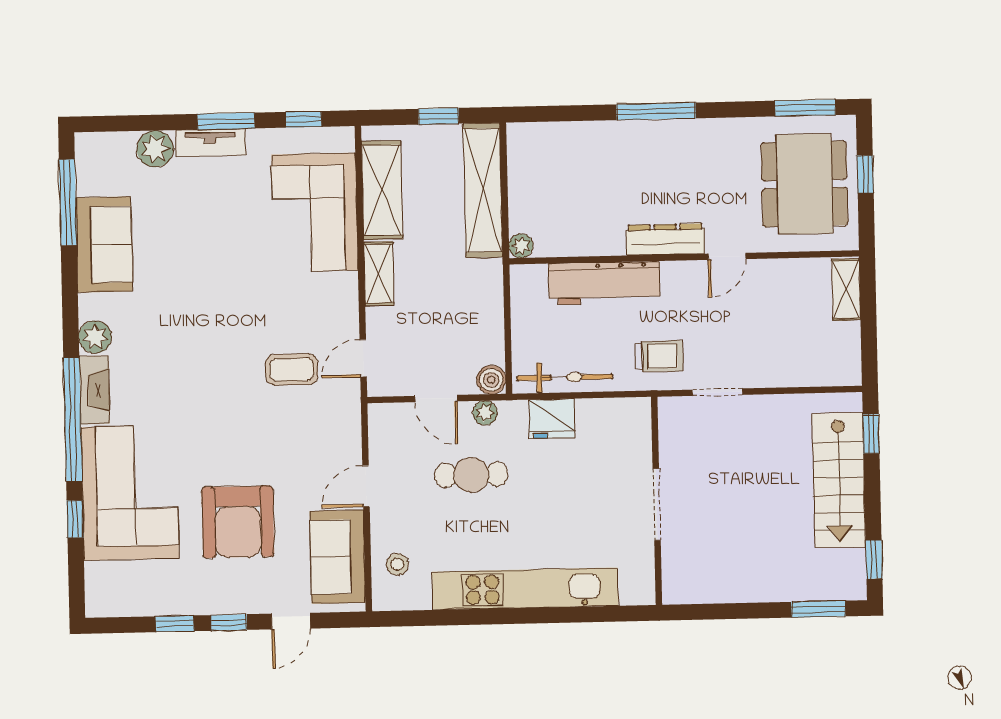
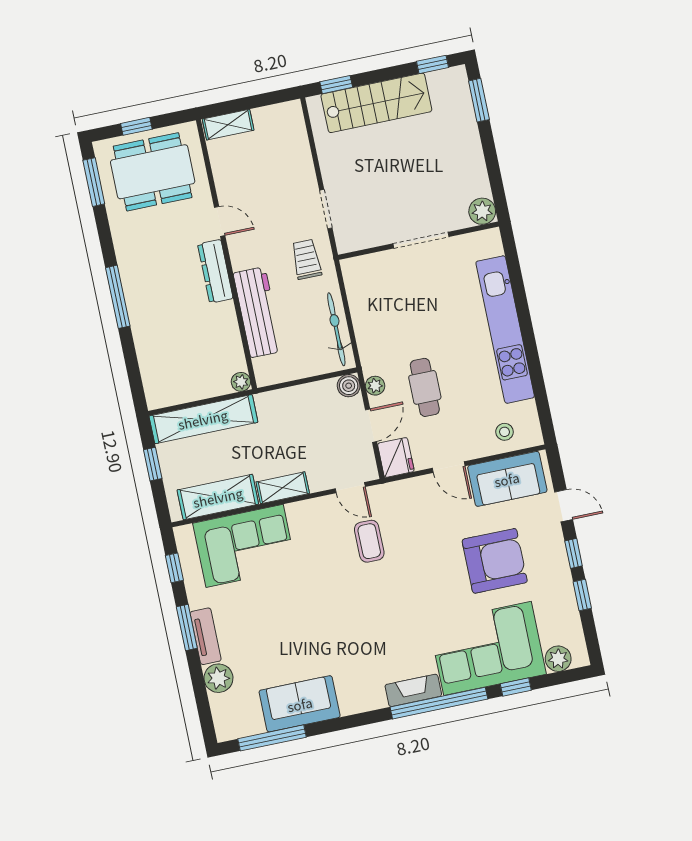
plant: (95, 337) -> (558, 659), moved
fridge: (552, 419) -> (396, 457), moved
plant: (679, 588) -> (482, 211), added

